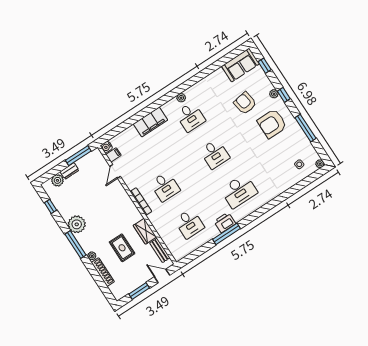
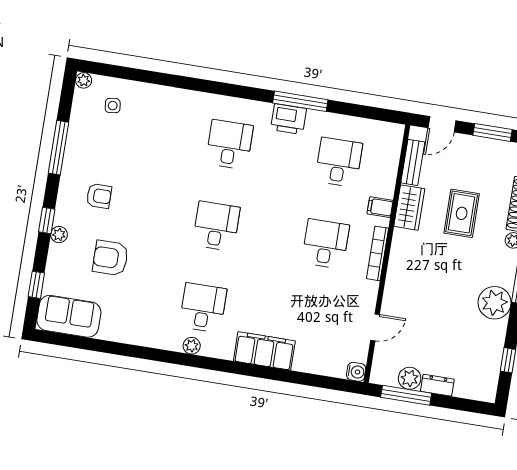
armchair: (245, 103) -> (110, 258), turned 99
armchair: (272, 124) -> (99, 196), width x0.53, depth x0.53
filing cabinet: (113, 155) -> (380, 207), moved
plant: (57, 180) -> (410, 378), moved
desk: (239, 191) -> (229, 145), width x0.73
door: (162, 276) -> (442, 124), hinge flipped

